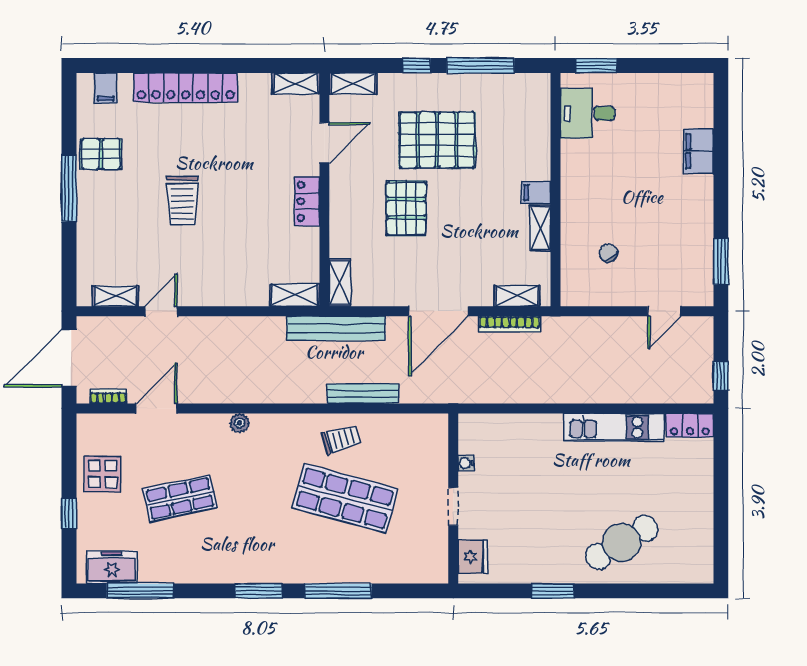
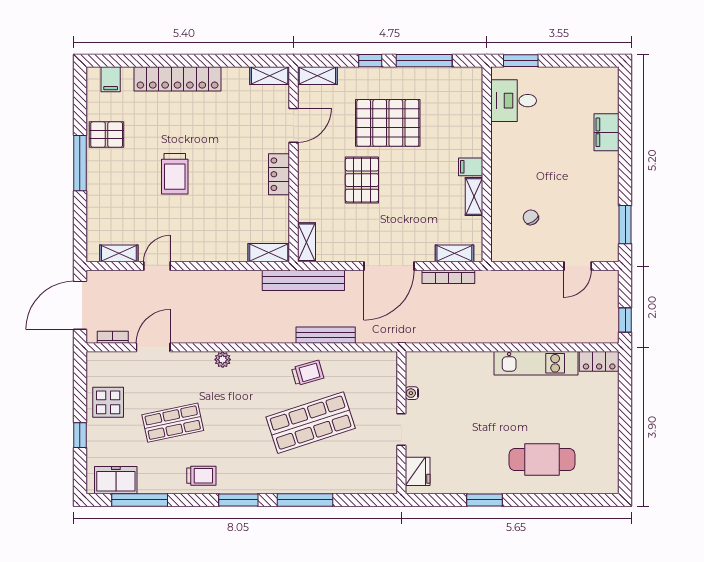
shop shelf: (345, 498) -> (311, 423), turned -33
cafe table: (621, 542) -> (542, 460), turned 31
trolley: (214, 562) -> (201, 476), added

